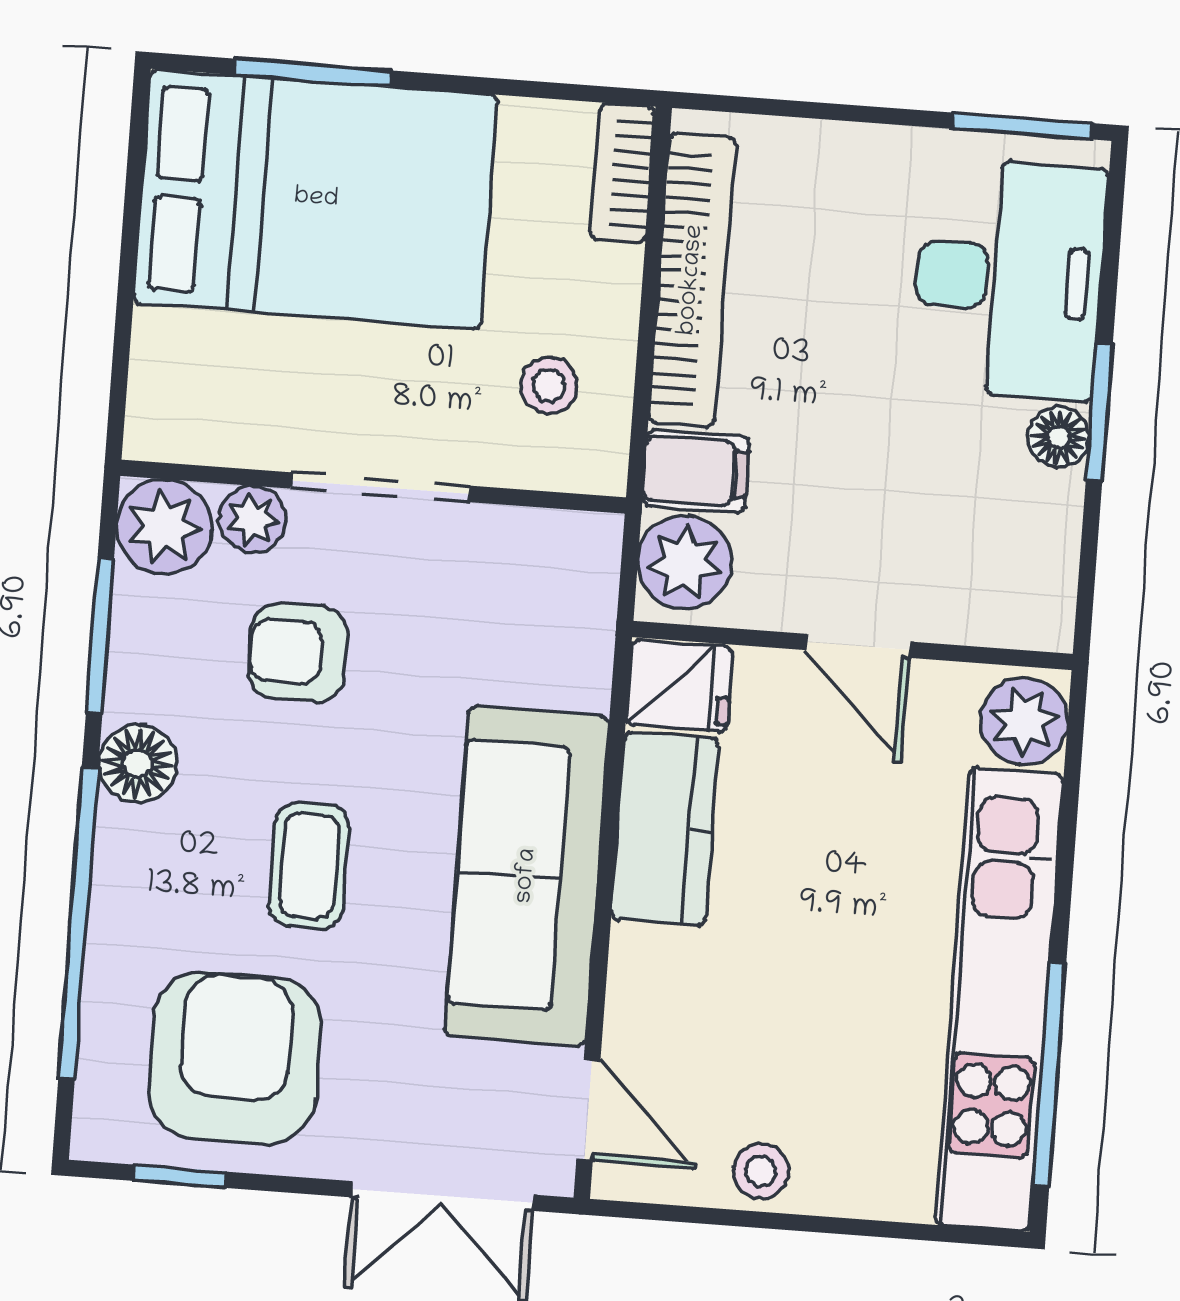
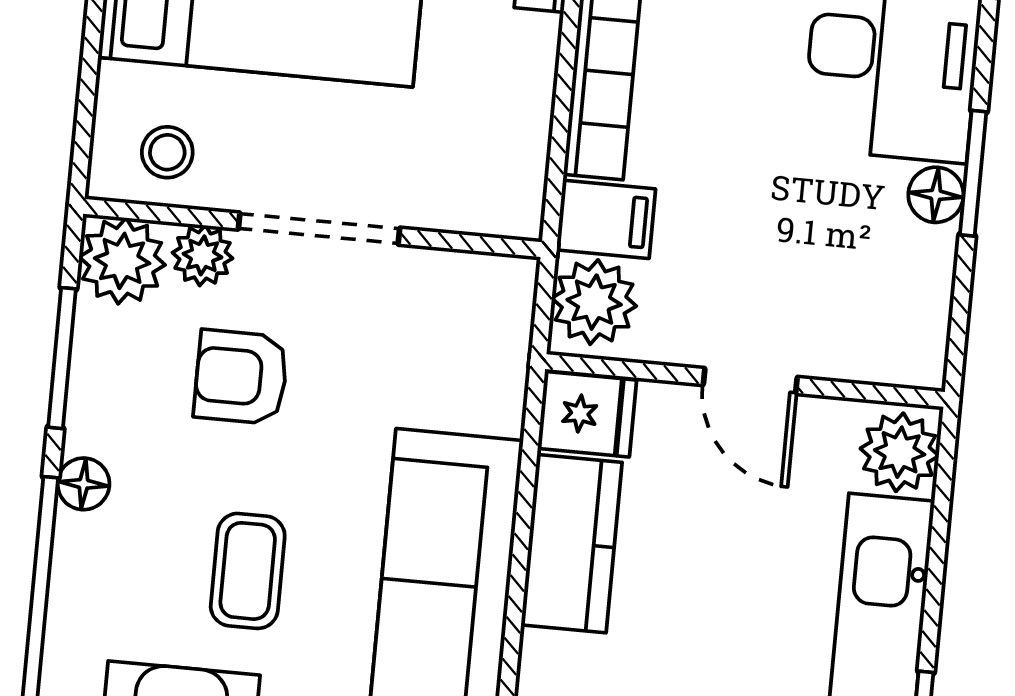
stool: (549, 385) -> (167, 152), moved
floor lamp: (138, 764) -> (84, 484), width x0.73, depth x0.73

